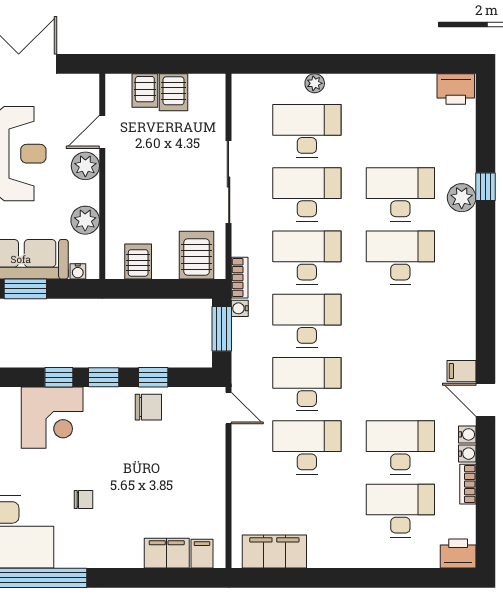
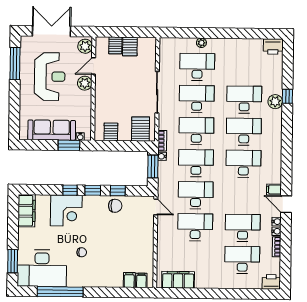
plant: (85, 220) -> (85, 46), moved
window: (25, 289) -> (69, 145), moved
desk: (400, 321) -> (243, 164), added
filing cabinet: (167, 553) -> (129, 280), width x0.50

